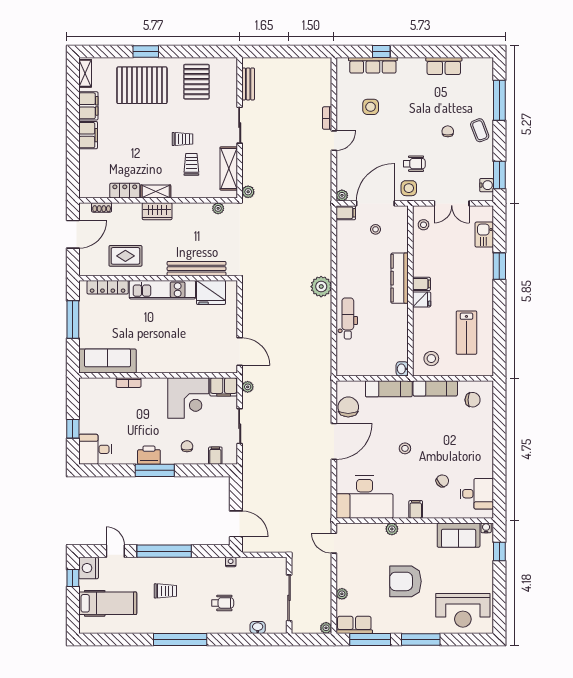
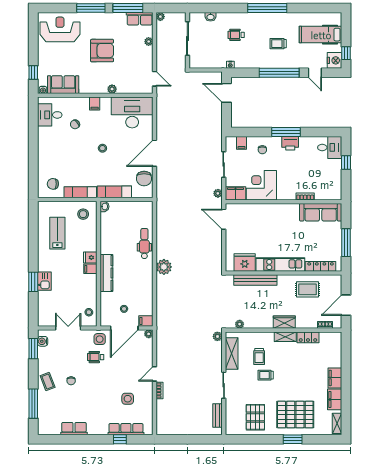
kitchen sink: (484, 235) -> (44, 281), moved
dental chair: (348, 318) -> (144, 243), turned 180

